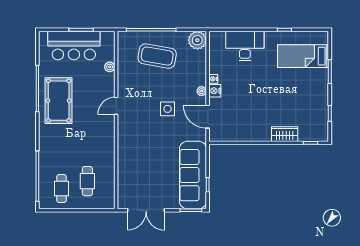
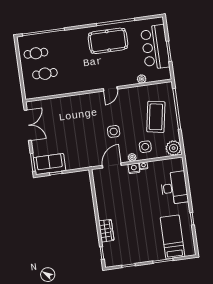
side table: (191, 74) -> (145, 147), added
door: (116, 106) -> (110, 89), swing flipped
sofa: (193, 175) -> (50, 164), width x0.54, depth x0.79
double door: (146, 210) -> (28, 125), swing flipped

